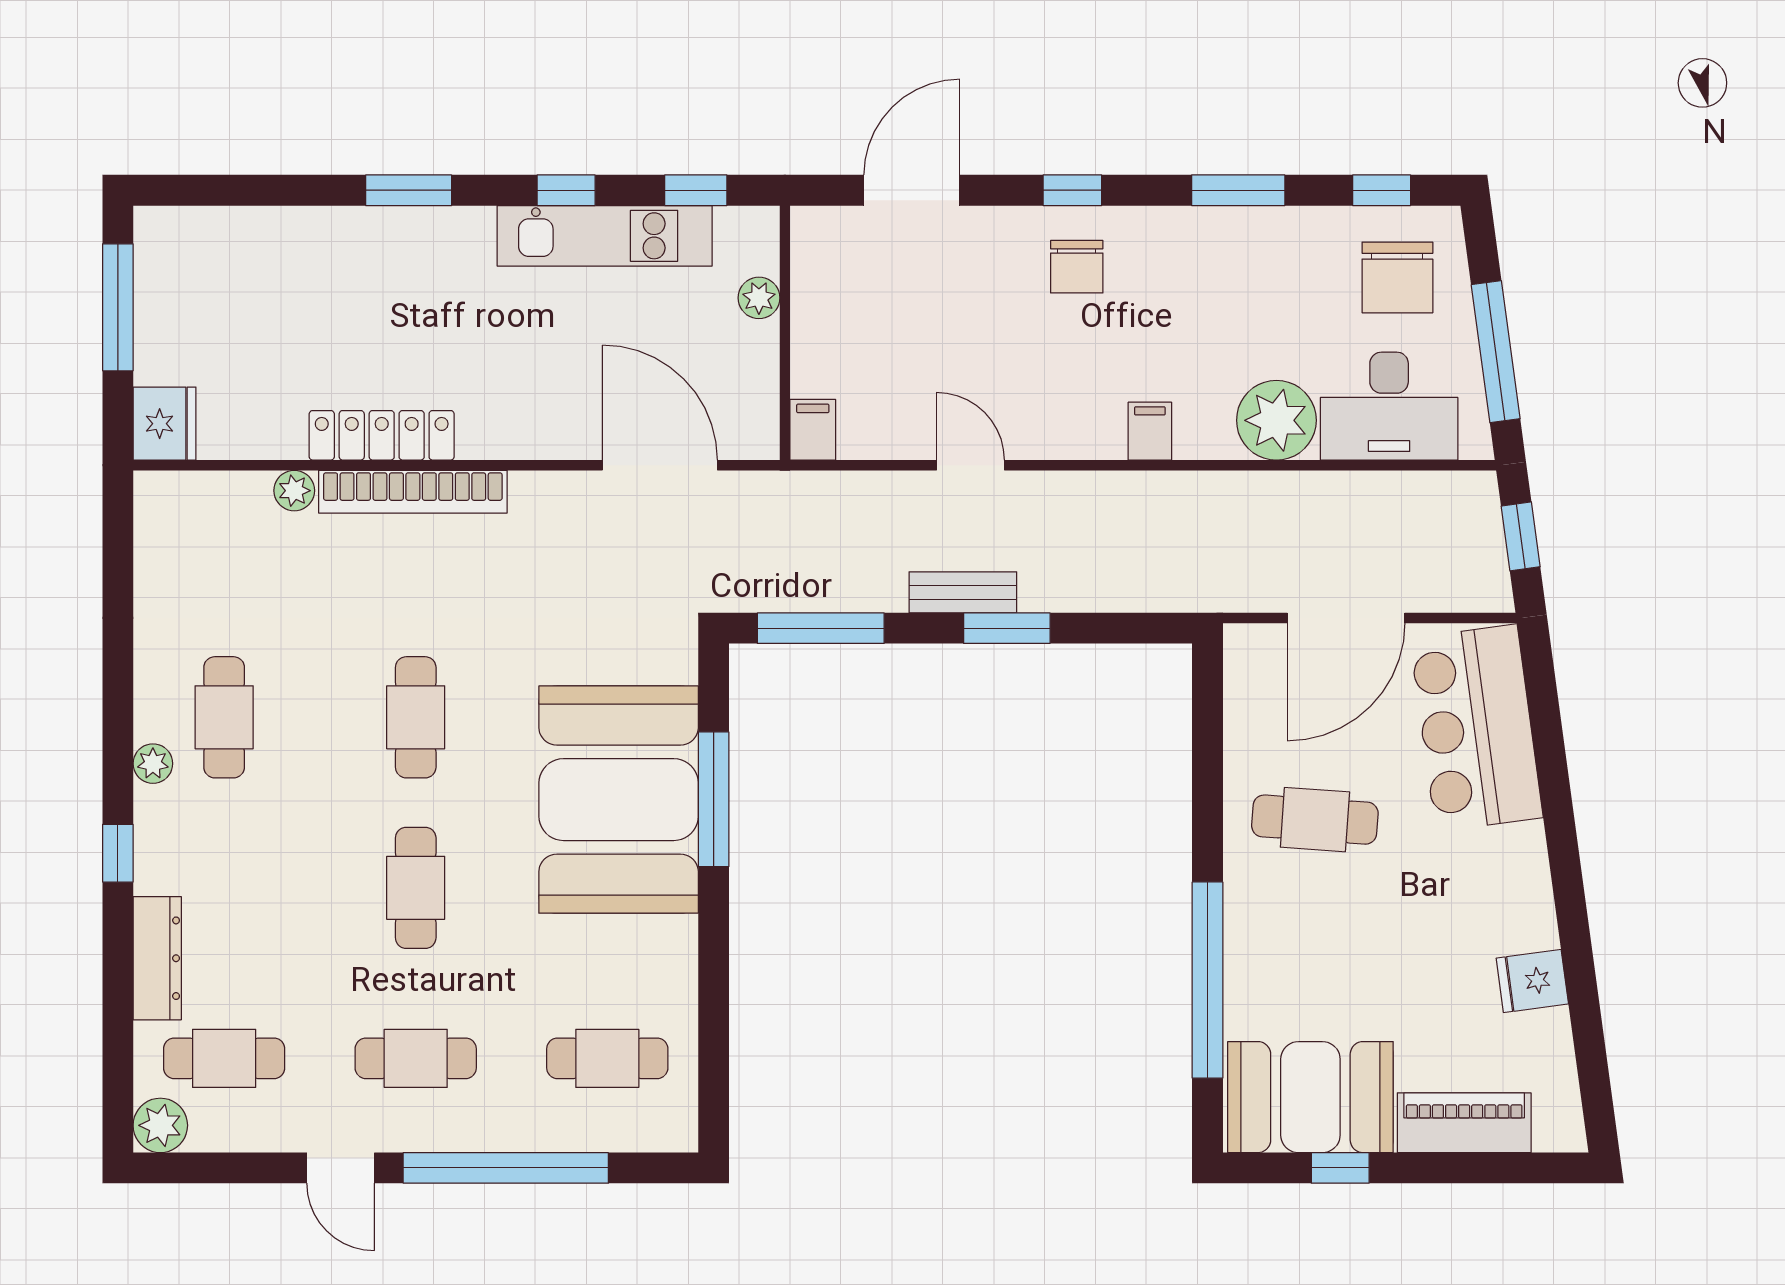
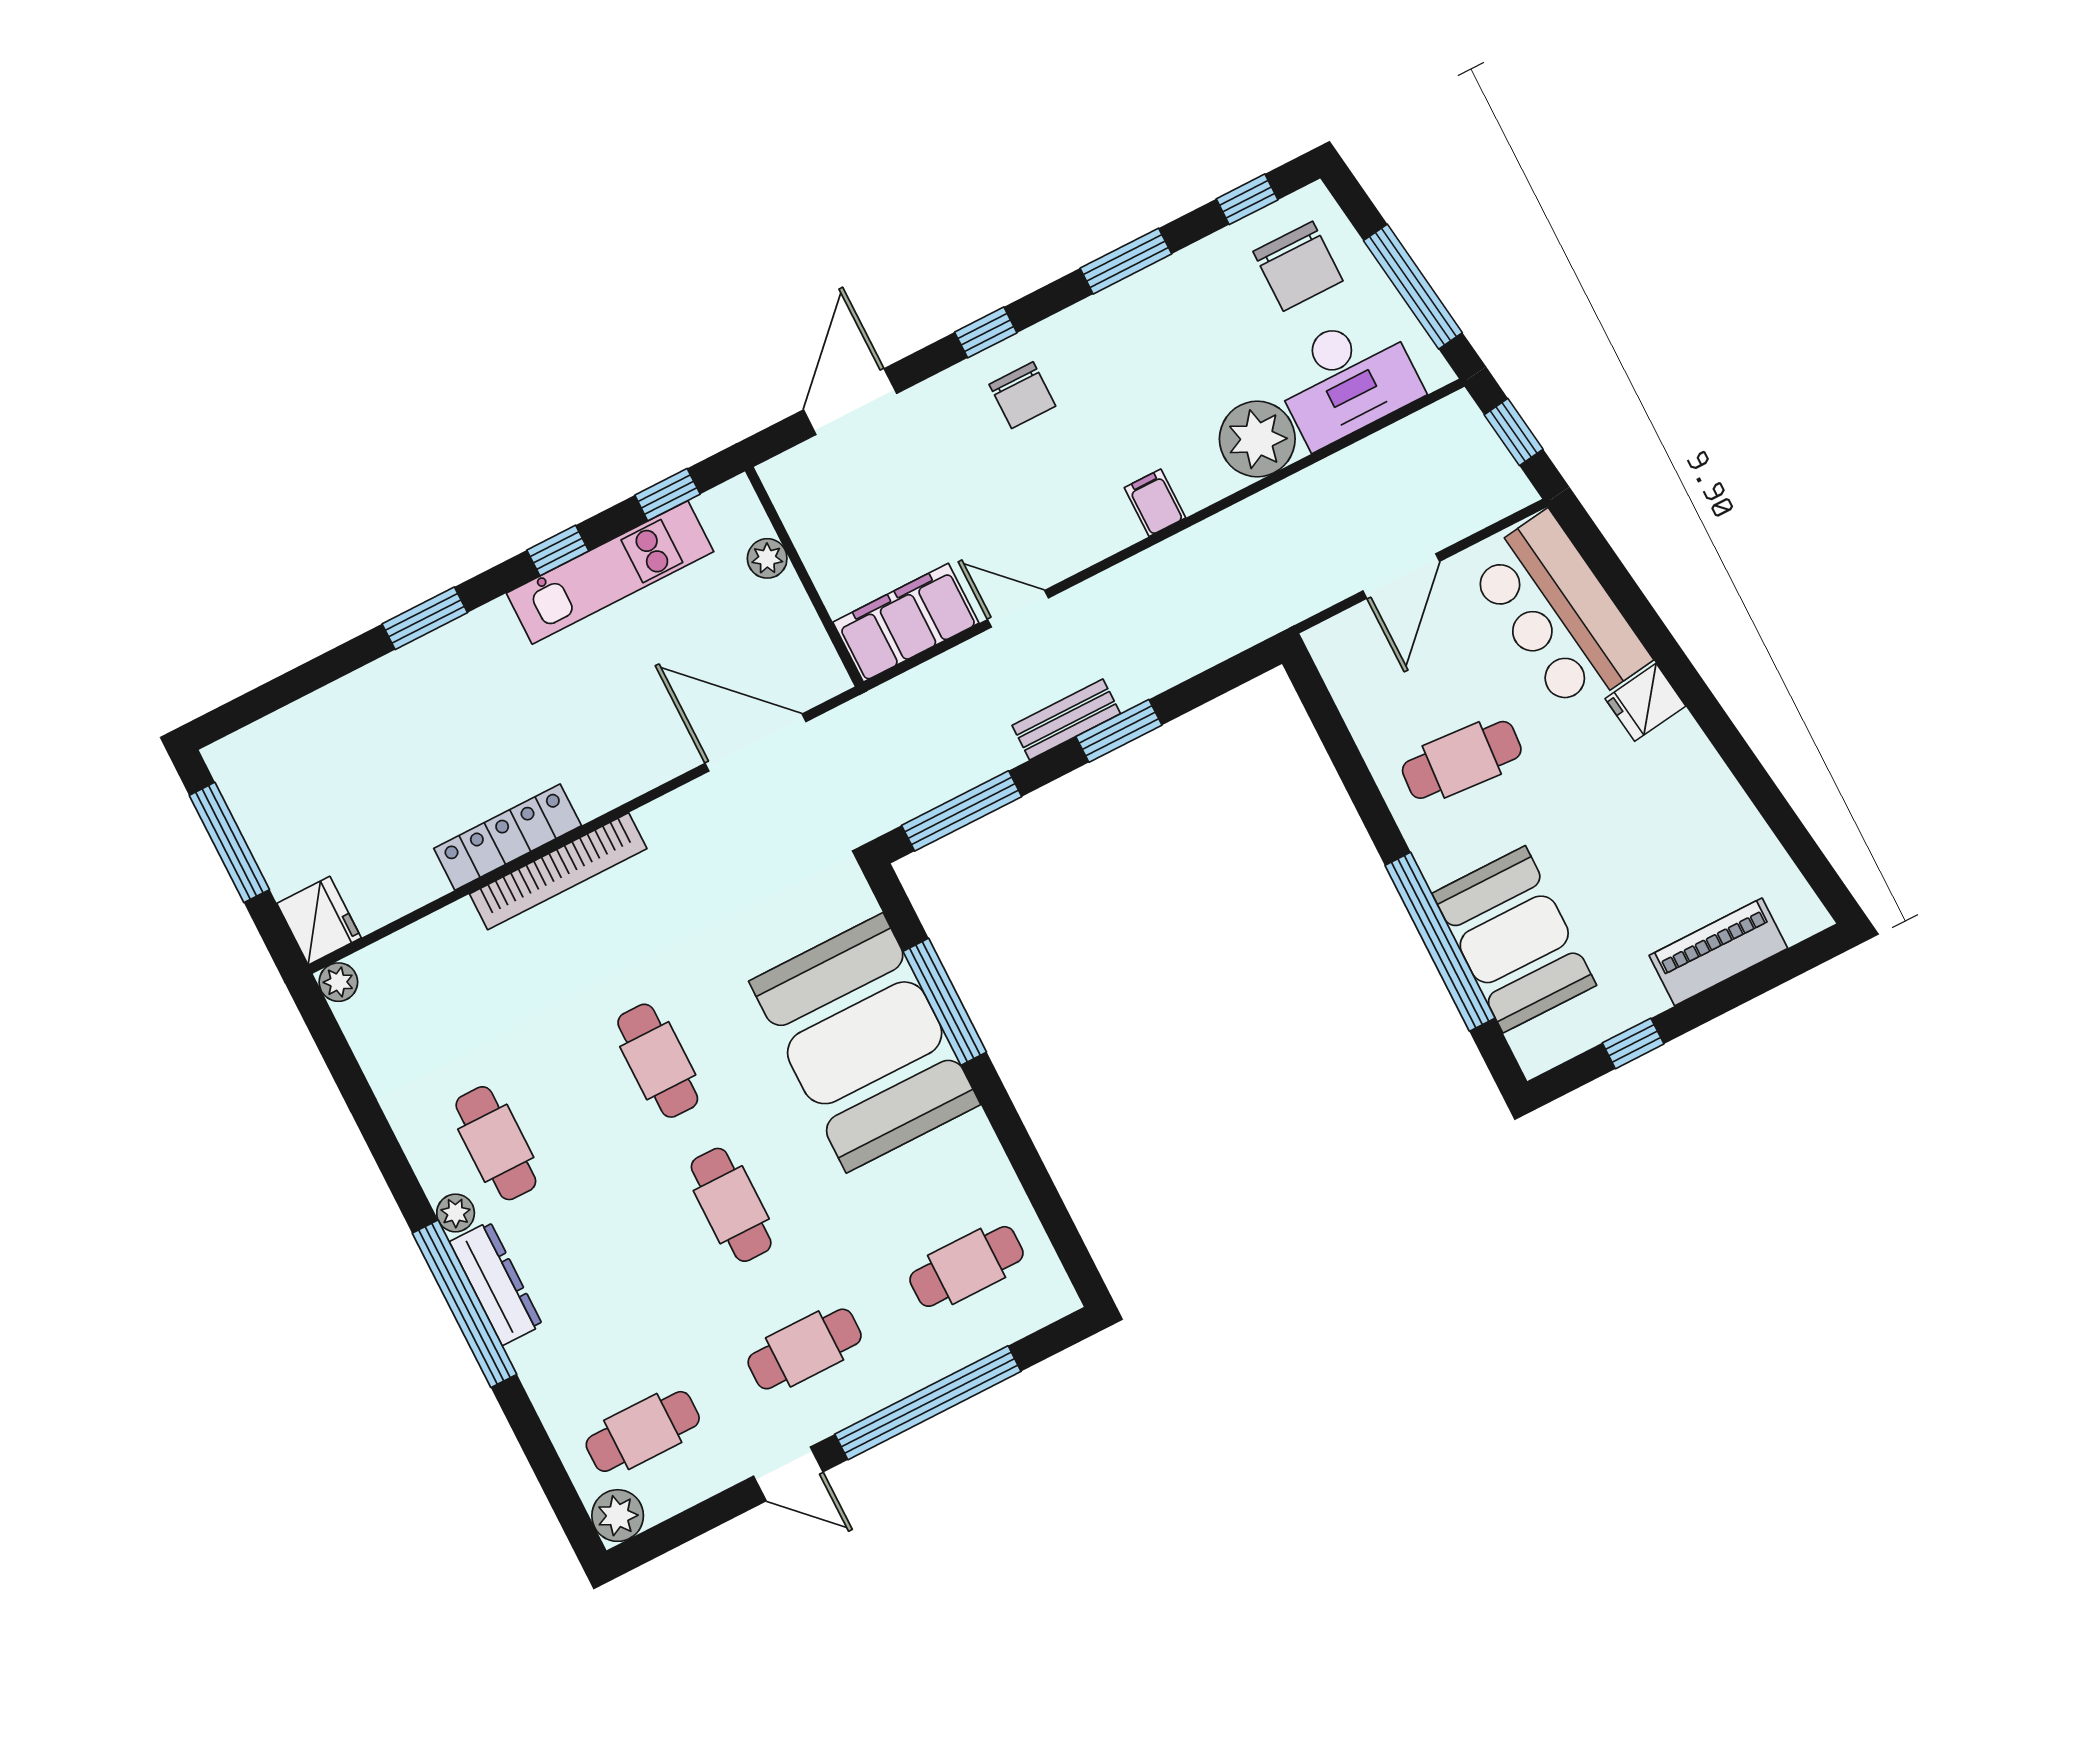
filing cabinet: (813, 430) -> (906, 623), width x3.00, depth x1.17
plant: (294, 491) -> (338, 982), moved
door: (1346, 618) -> (1401, 576), width x0.73
window: (118, 853) -> (464, 1304), width x3.17
dresser: (157, 958) -> (496, 1283), moved
fridge: (1532, 981) -> (1645, 702), moved
booth: (1310, 1097) -> (1514, 939), moved, turned 90

